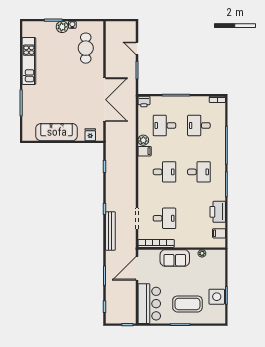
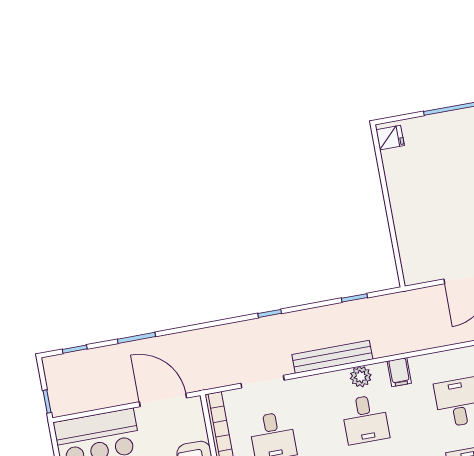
sofa: (57, 132) -> (405, 190), removed
fridge: (90, 135) -> (390, 138), moved
plant: (143, 140) -> (361, 377), moved
bench: (110, 231) -> (332, 357), moved

